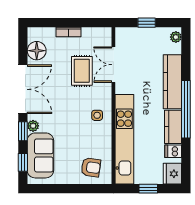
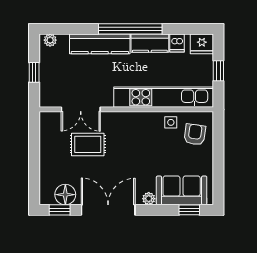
bookcase: (68, 32) -> (45, 159), removed
side table: (97, 115) -> (171, 122), moved
window: (23, 131) -> (60, 210), moved

